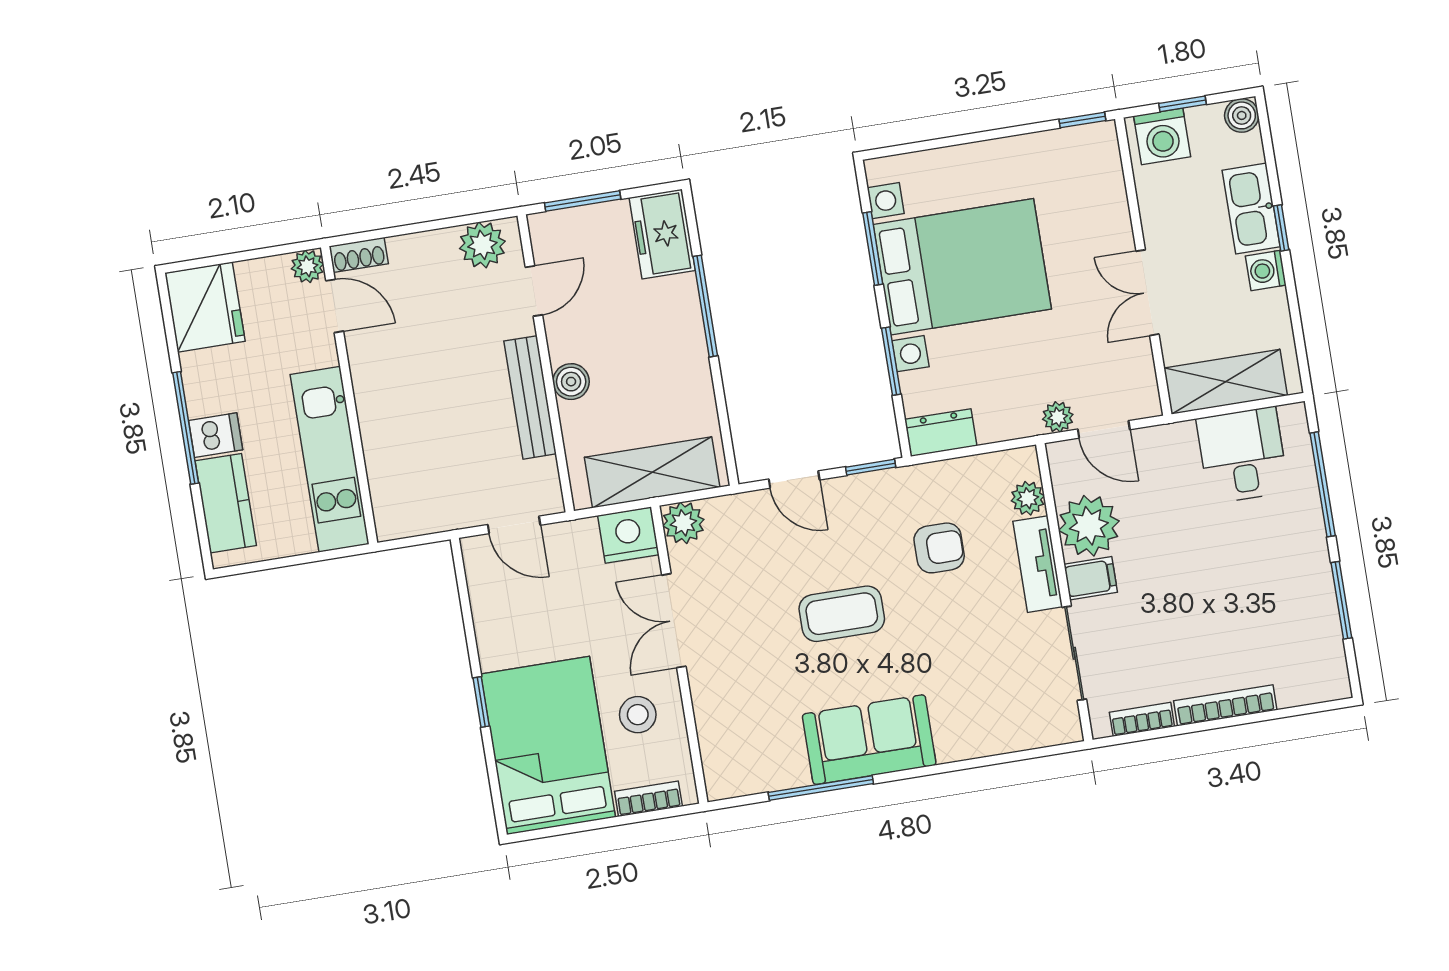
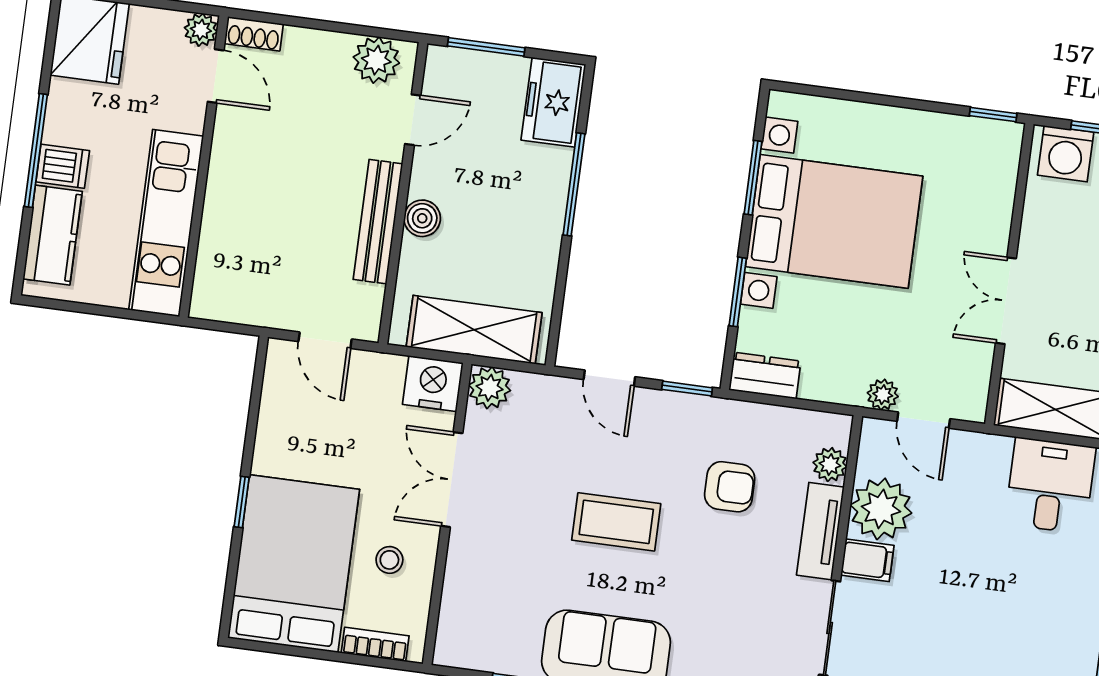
stool: (638, 715) -> (389, 560), width x0.73, depth x0.73

